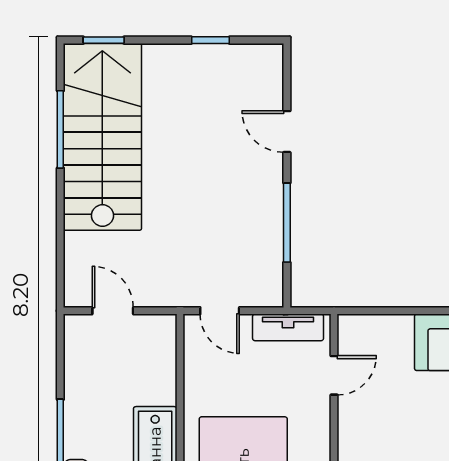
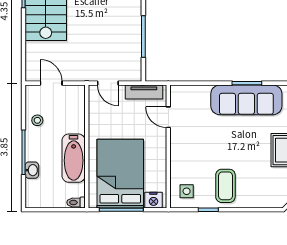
door: (334, 375) -> (168, 117), swing flipped
stool: (87, 381) -> (37, 120), added

